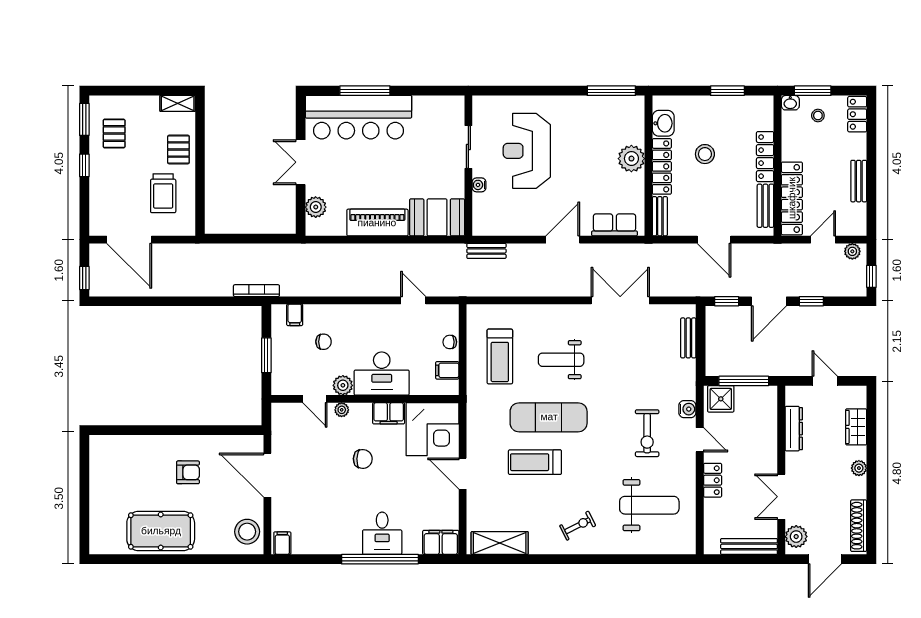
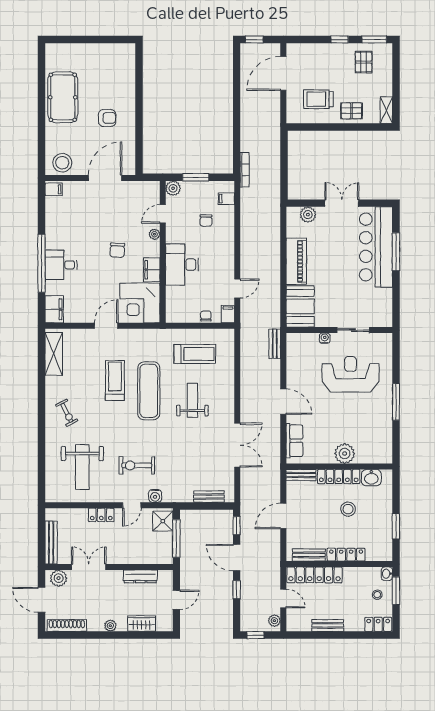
window: (611, 91) -> (396, 402), moved
pallet: (114, 134) -> (364, 62), turned 90
treadmill: (500, 356) -> (195, 354), turned 180
filing cabinet: (447, 370) -> (228, 314), moved
plant: (343, 385) -> (173, 188), moved
armchair: (188, 472) -> (107, 118), turned -90

